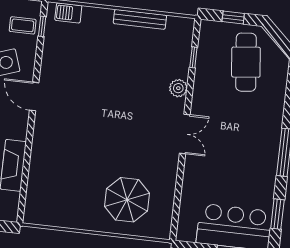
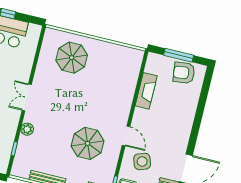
parasol: (88, 79) -> (88, 143), added

